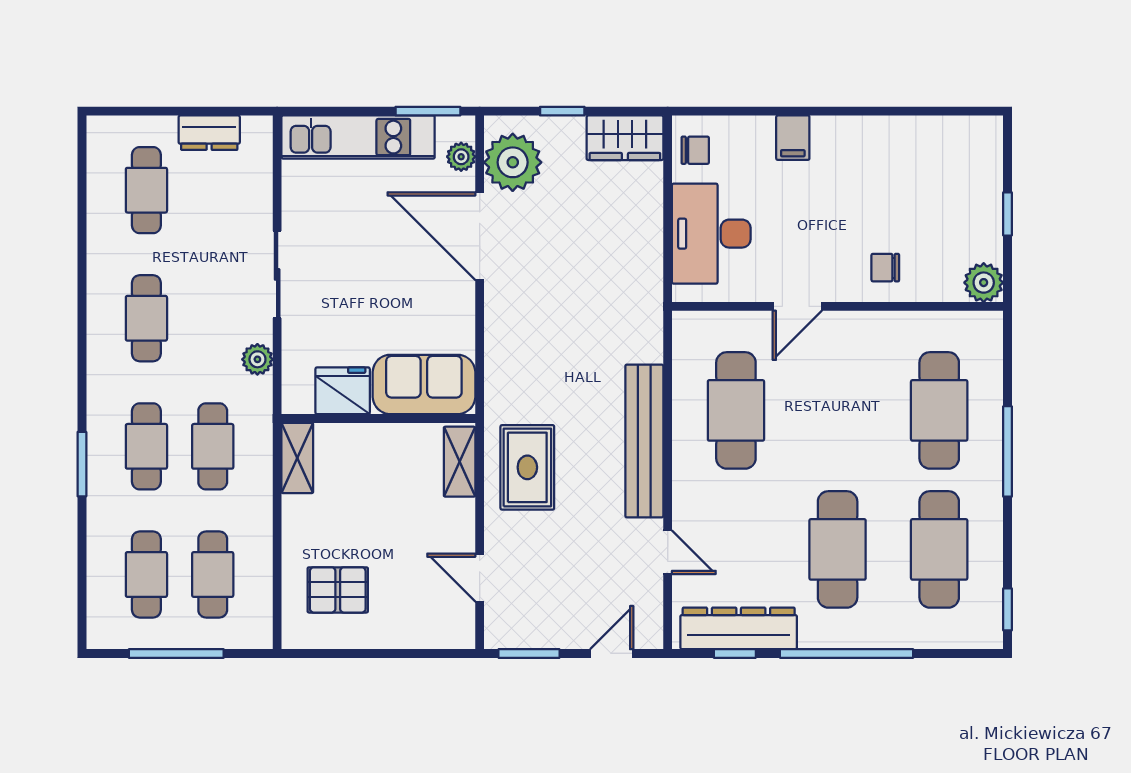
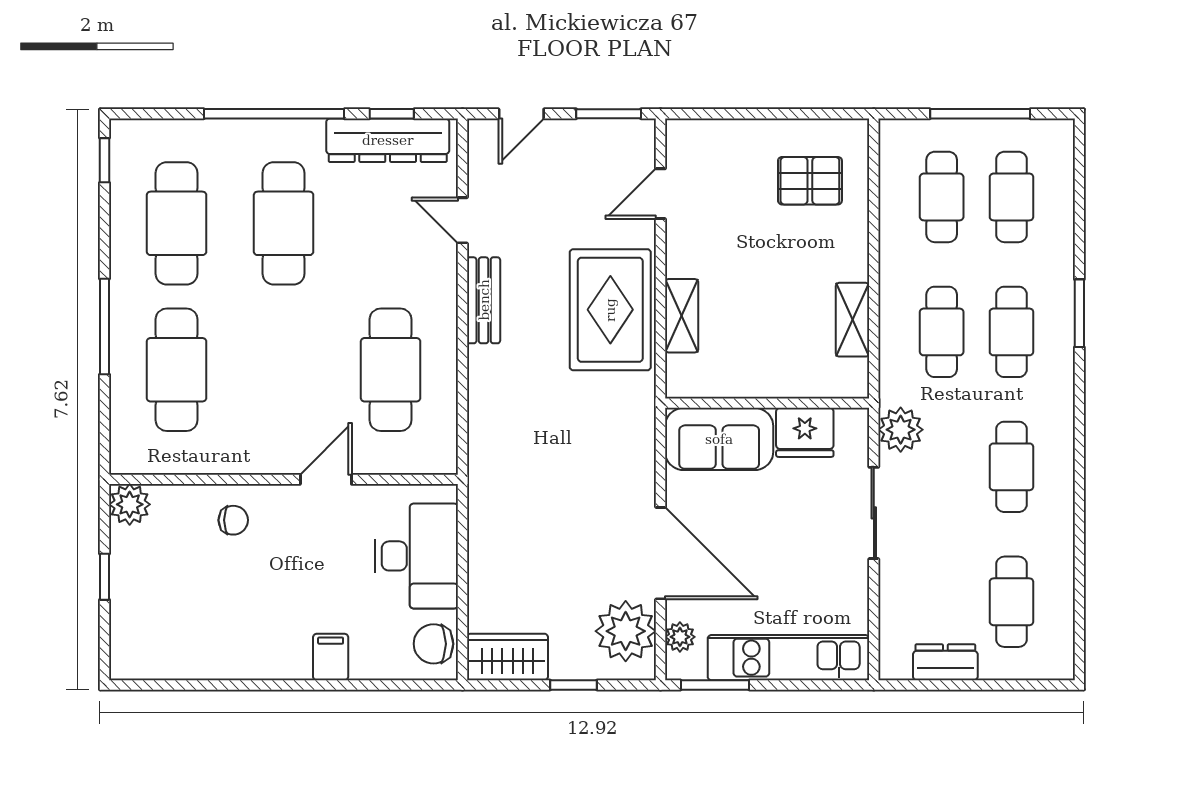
chair: (695, 150) -> (433, 644), width x1.37, depth x1.37
plant: (257, 359) -> (901, 430), width x1.38, depth x1.38
sofa: (424, 384) -> (719, 439), moved
fridge: (343, 391) -> (805, 432), moved
wall: (378, 418) -> (767, 403), moved
bench: (644, 441) -> (484, 300), width x0.54, depth x0.82
rug: (527, 467) -> (610, 310), width x1.36, depth x1.43
door: (480, 578) -> (661, 194), swing flipped

